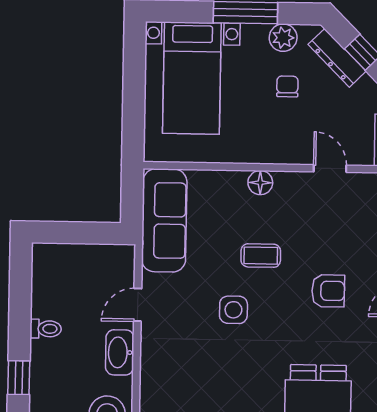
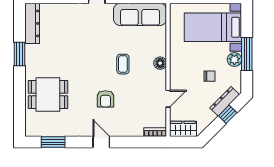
plant: (283, 38) -> (234, 60), moved
side table: (233, 310) -> (95, 51), removed

